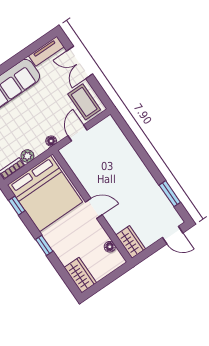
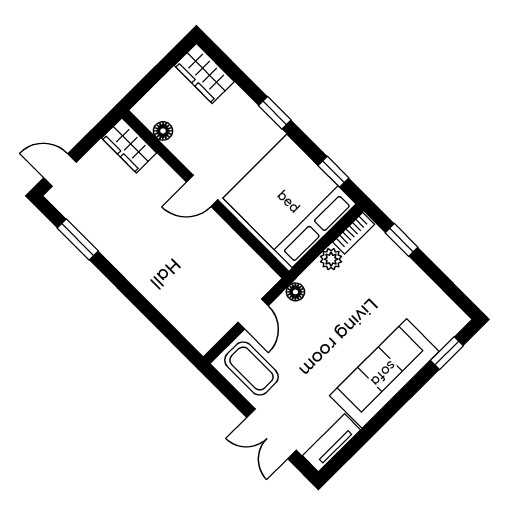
double door: (80, 63) -> (271, 434), swing flipped

